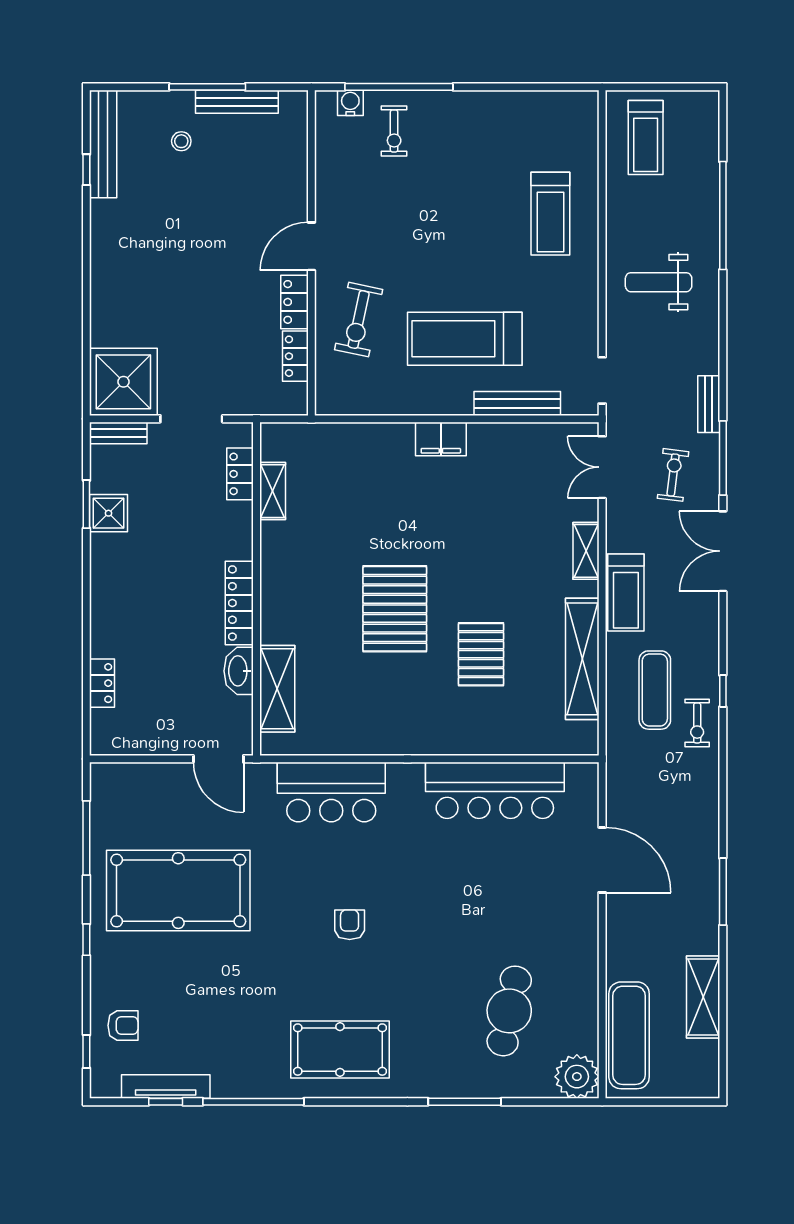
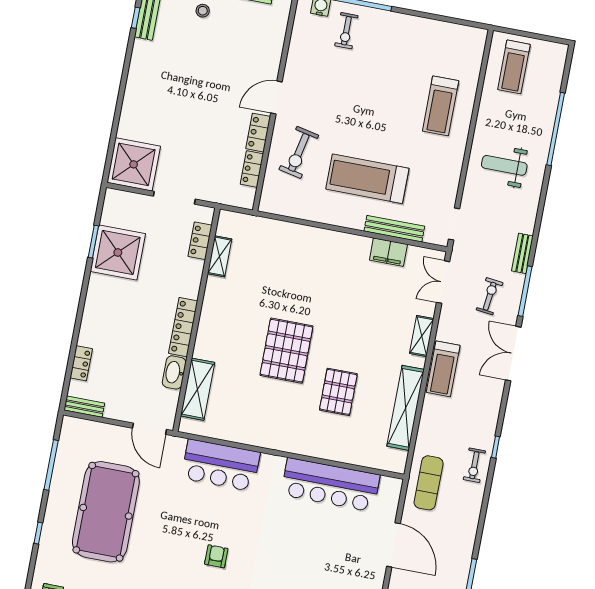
bench: (118, 433) -> (84, 407), moved
filing cabinet: (441, 439) -> (388, 252), moved
shower: (108, 513) -> (118, 252), width x1.86, depth x1.86
exercise mat: (655, 690) -> (429, 483), moved
pool table: (178, 891) -> (106, 512), turned 90

